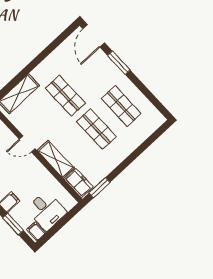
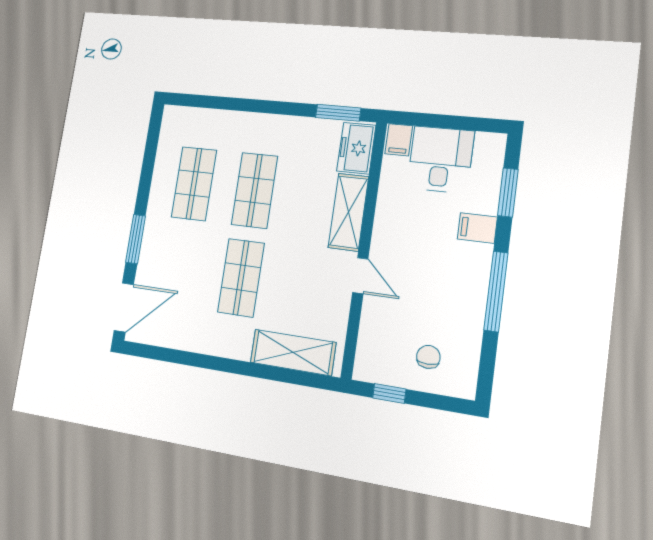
filing cabinet: (36, 231) -> (399, 140), moved

